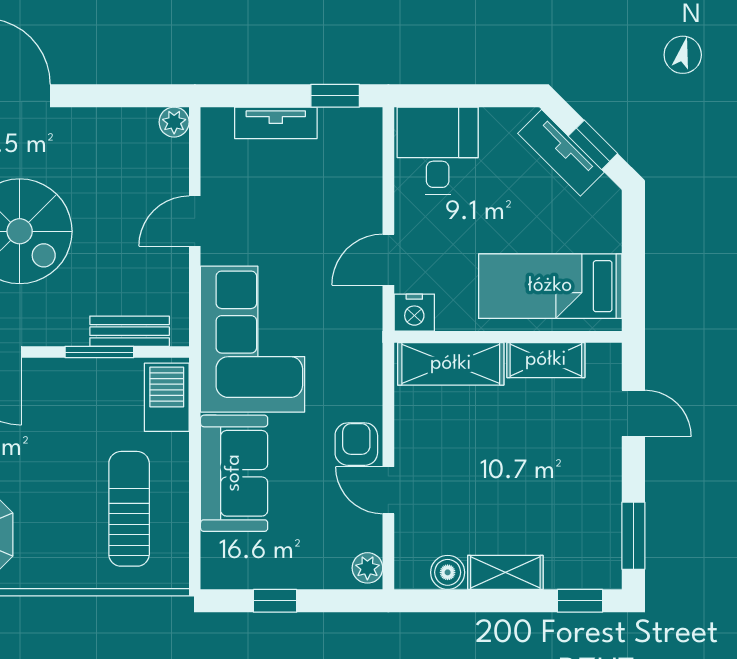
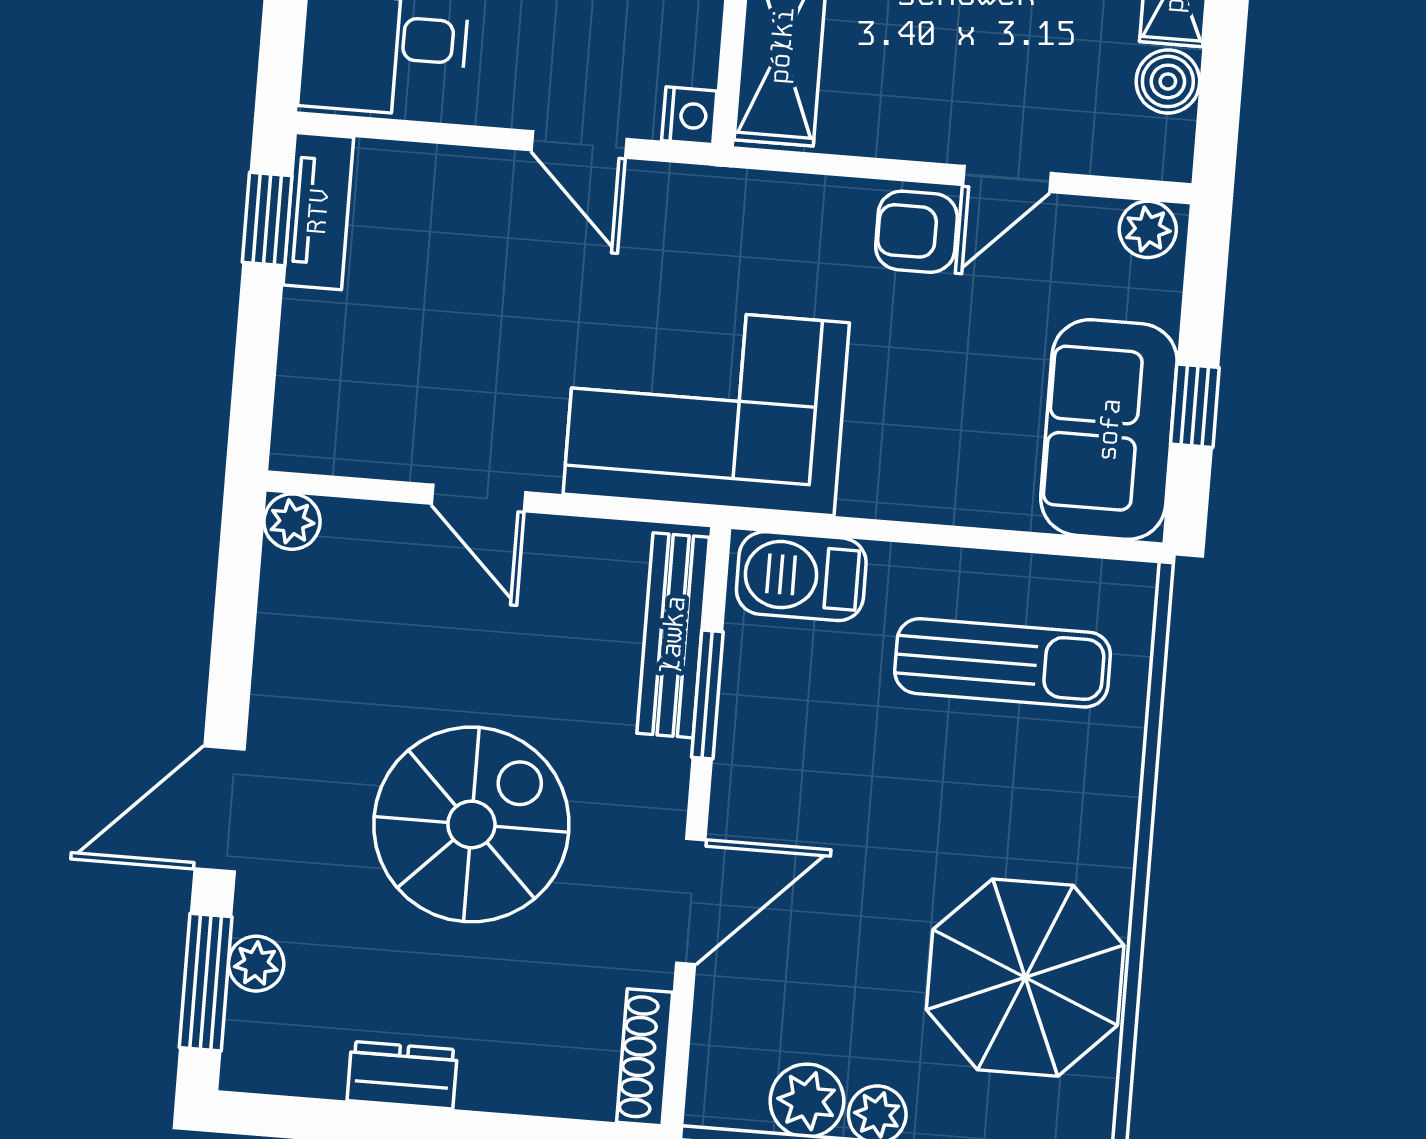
tv unit: (276, 123) -> (318, 211), moved
nightstand: (414, 313) -> (689, 116), width x0.72, depth x0.74
bench: (130, 331) -> (673, 635), width x1.36
sofa: (234, 473) -> (1109, 430), moved, turned -90
sun lounger: (129, 509) -> (1003, 663), turned 180

